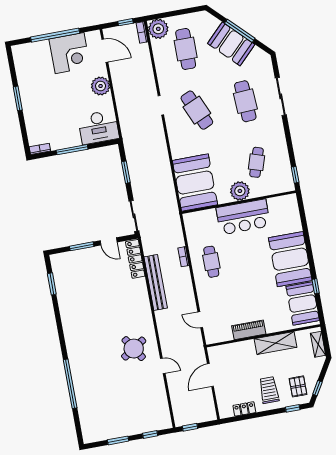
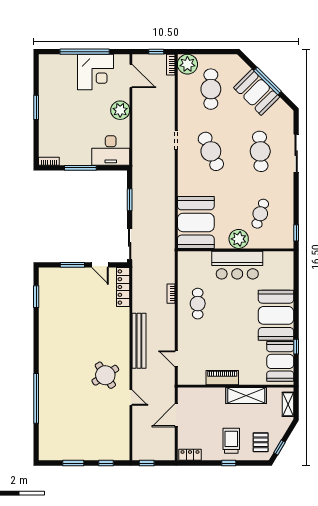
bench: (156, 282) -> (139, 341), moved
window: (293, 408) -> (229, 463), moved
locker: (244, 409) -> (190, 455), moved

